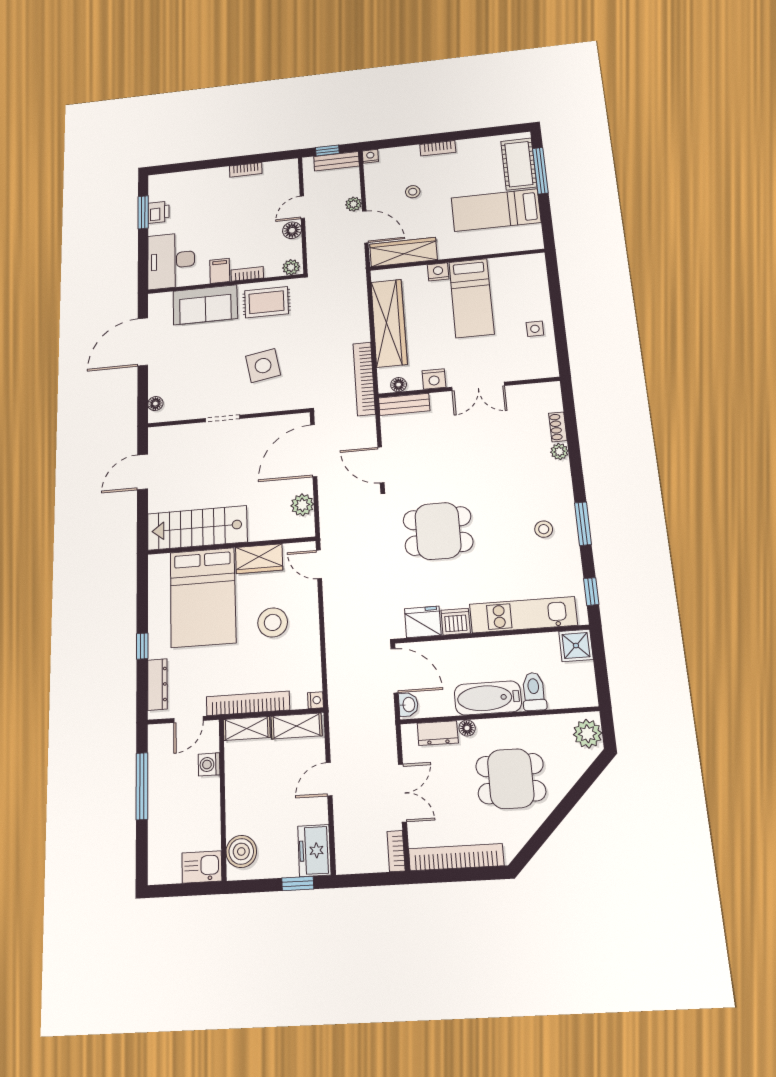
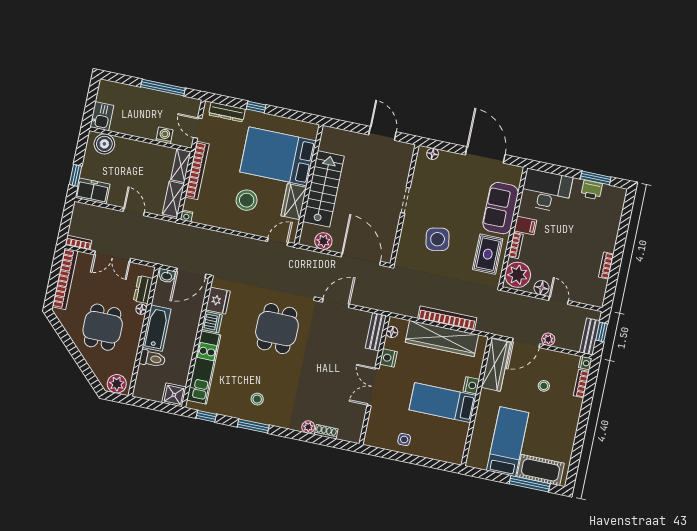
bookcase: (438, 148) -> (581, 384), moved
plant: (291, 267) -> (518, 275), width x1.88, depth x1.88
bookcase: (364, 379) -> (447, 318), moved
stairs: (197, 528) -> (324, 189), moved

